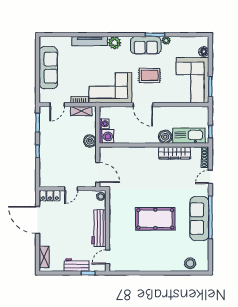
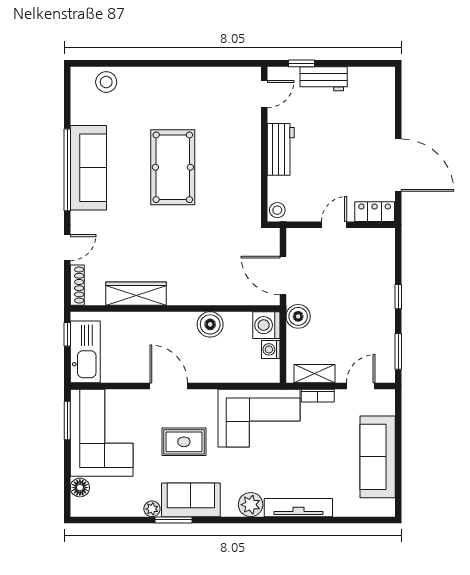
door: (143, 105) -> (169, 386), moved
kitchen sink: (189, 136) -> (85, 352), moved, turned -90
boiler: (165, 137) -> (210, 324), moved
door: (98, 172) -> (283, 276), moved
pool table: (155, 219) -> (173, 167), turned 90
workbench: (99, 228) -> (281, 149), width x0.73
shelving: (44, 257) -> (386, 94), removed

